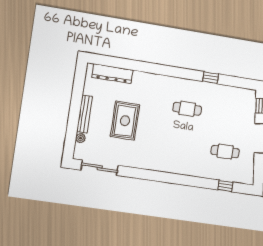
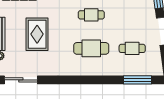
cafe table: (182, 145) -> (91, 48), added
window: (225, 186) -> (137, 80), width x2.17

